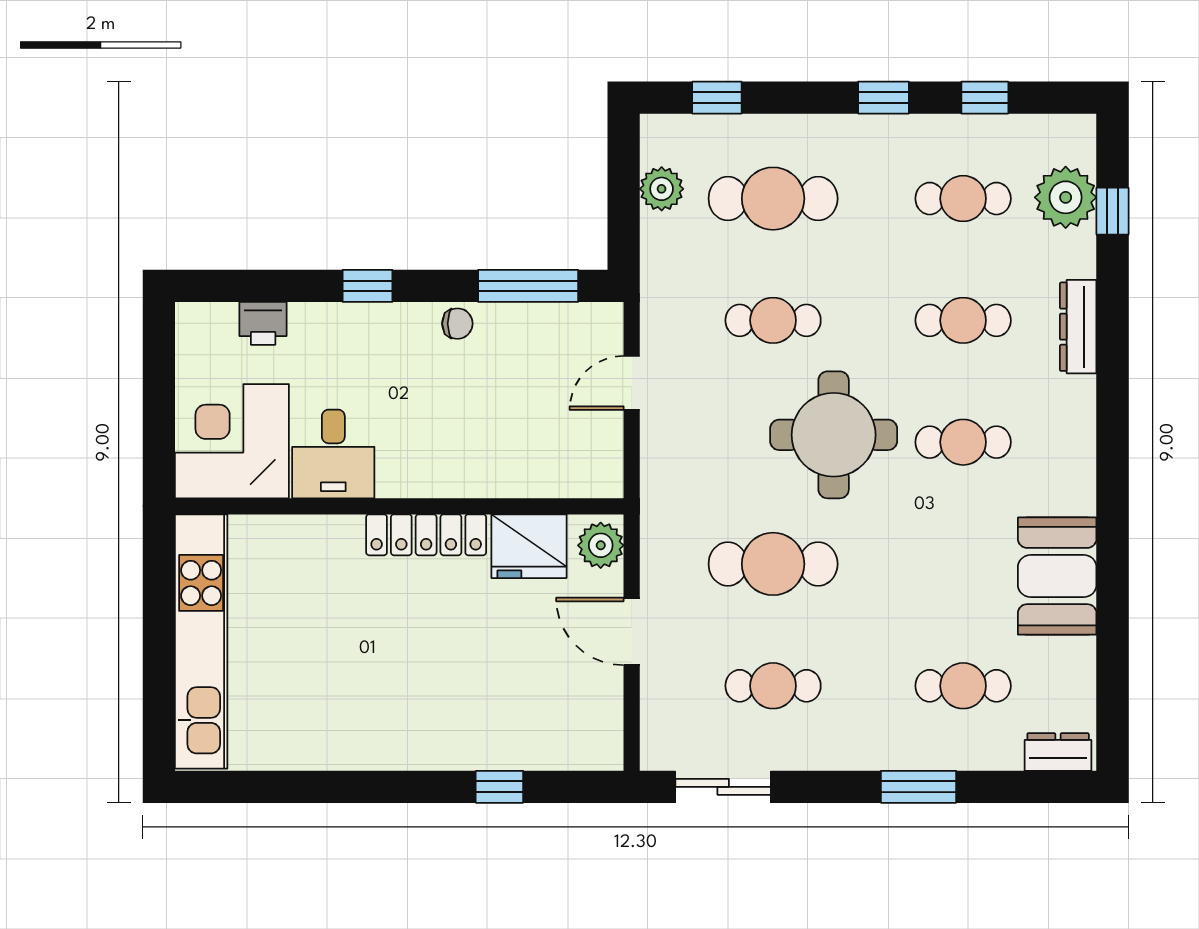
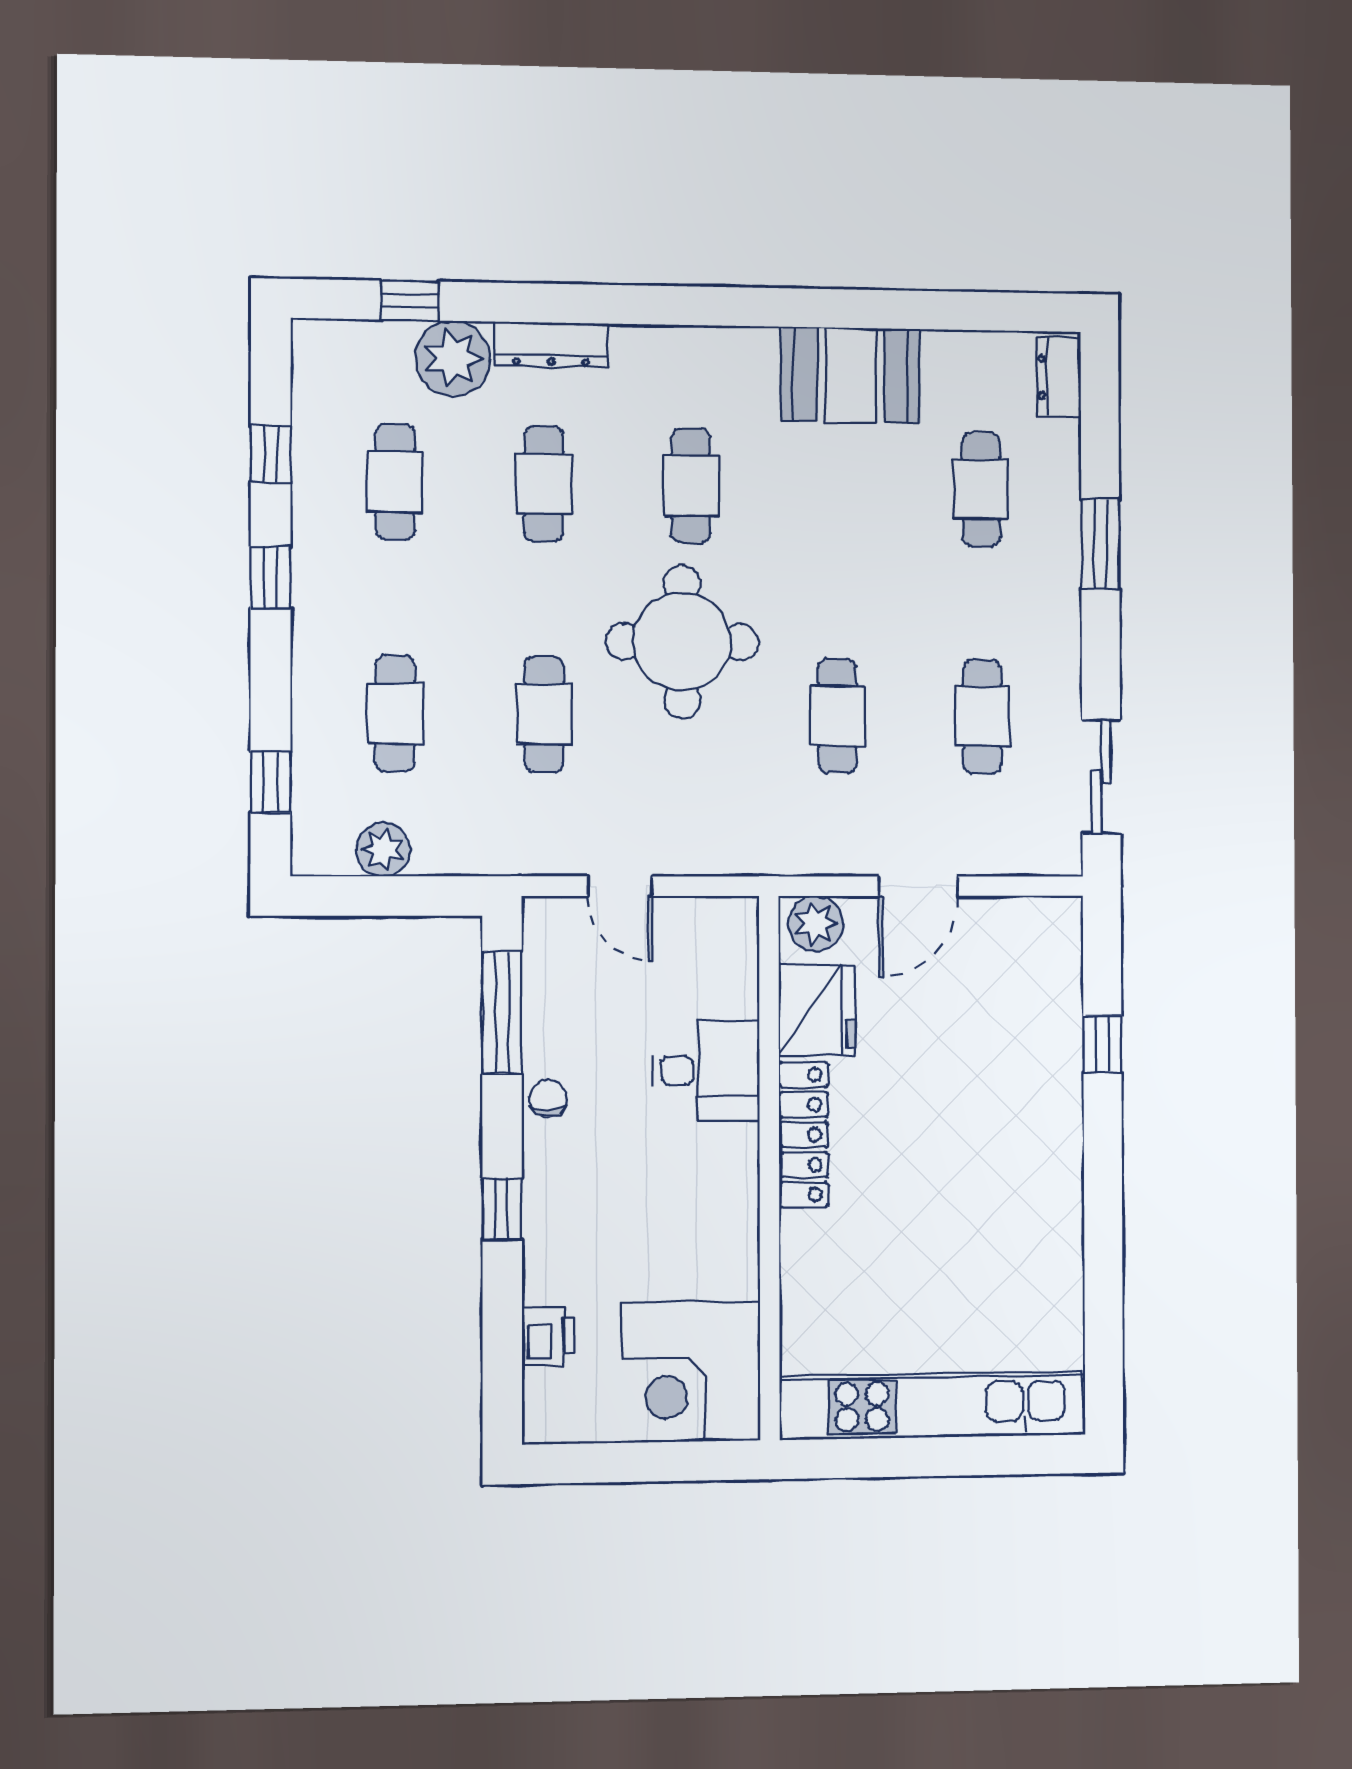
plant: (1066, 197) -> (453, 358), moved
cafe table: (773, 199) -> (395, 714), width x0.73, depth x0.74
desk: (333, 454) -> (706, 1071), moved
cafe table: (773, 564) -> (837, 716), width x0.73, depth x0.74

